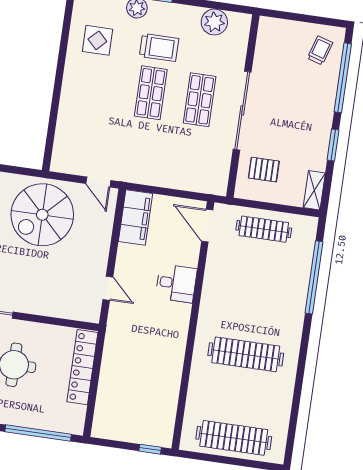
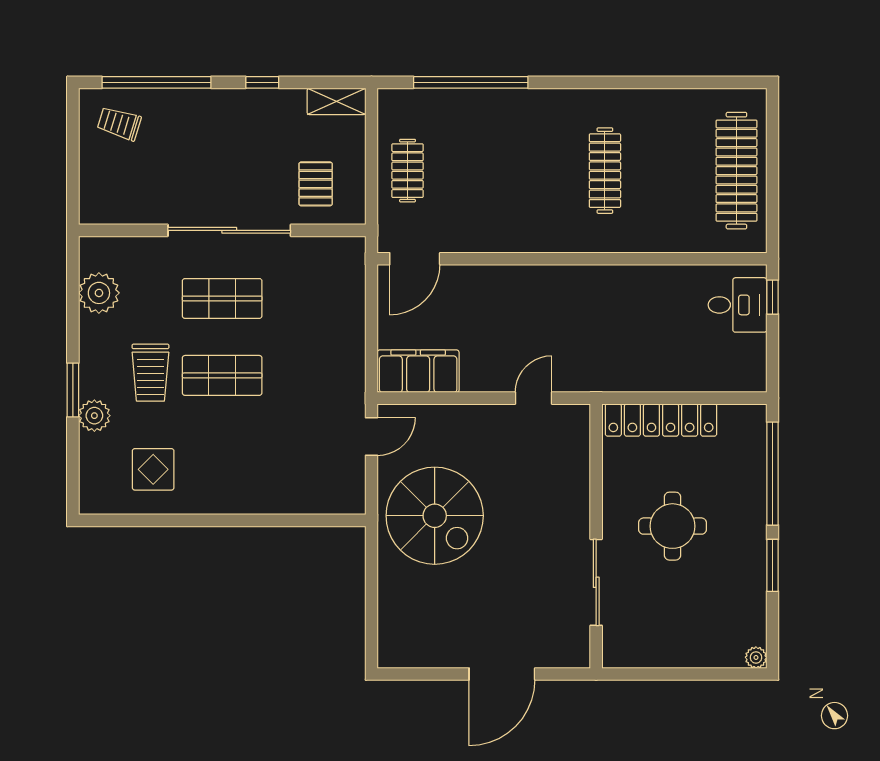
trolley: (159, 47) -> (150, 373), turned 180
window: (333, 145) -> (262, 82), width x0.67
clothes rail: (264, 229) -> (408, 171), width x0.73
desk: (176, 283) -> (737, 305), moved, turned 90
clothes rail: (246, 354) -> (605, 171), width x0.73, depth x0.76

